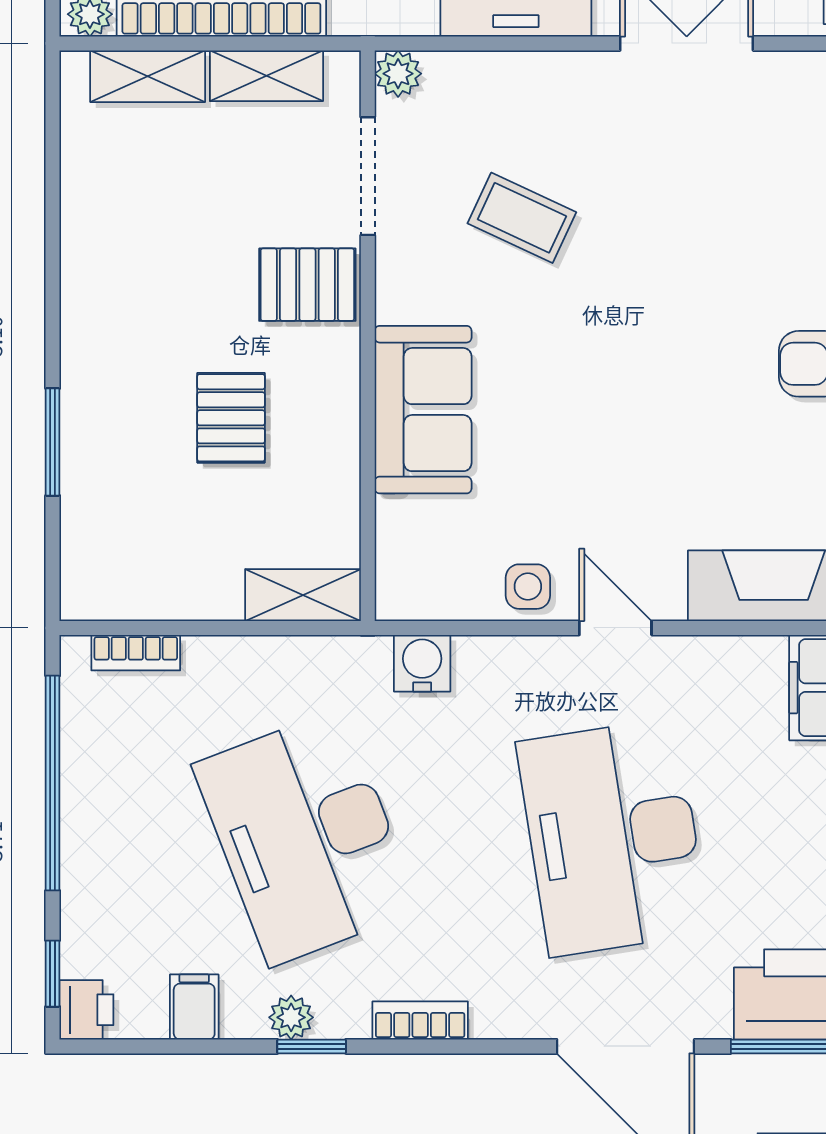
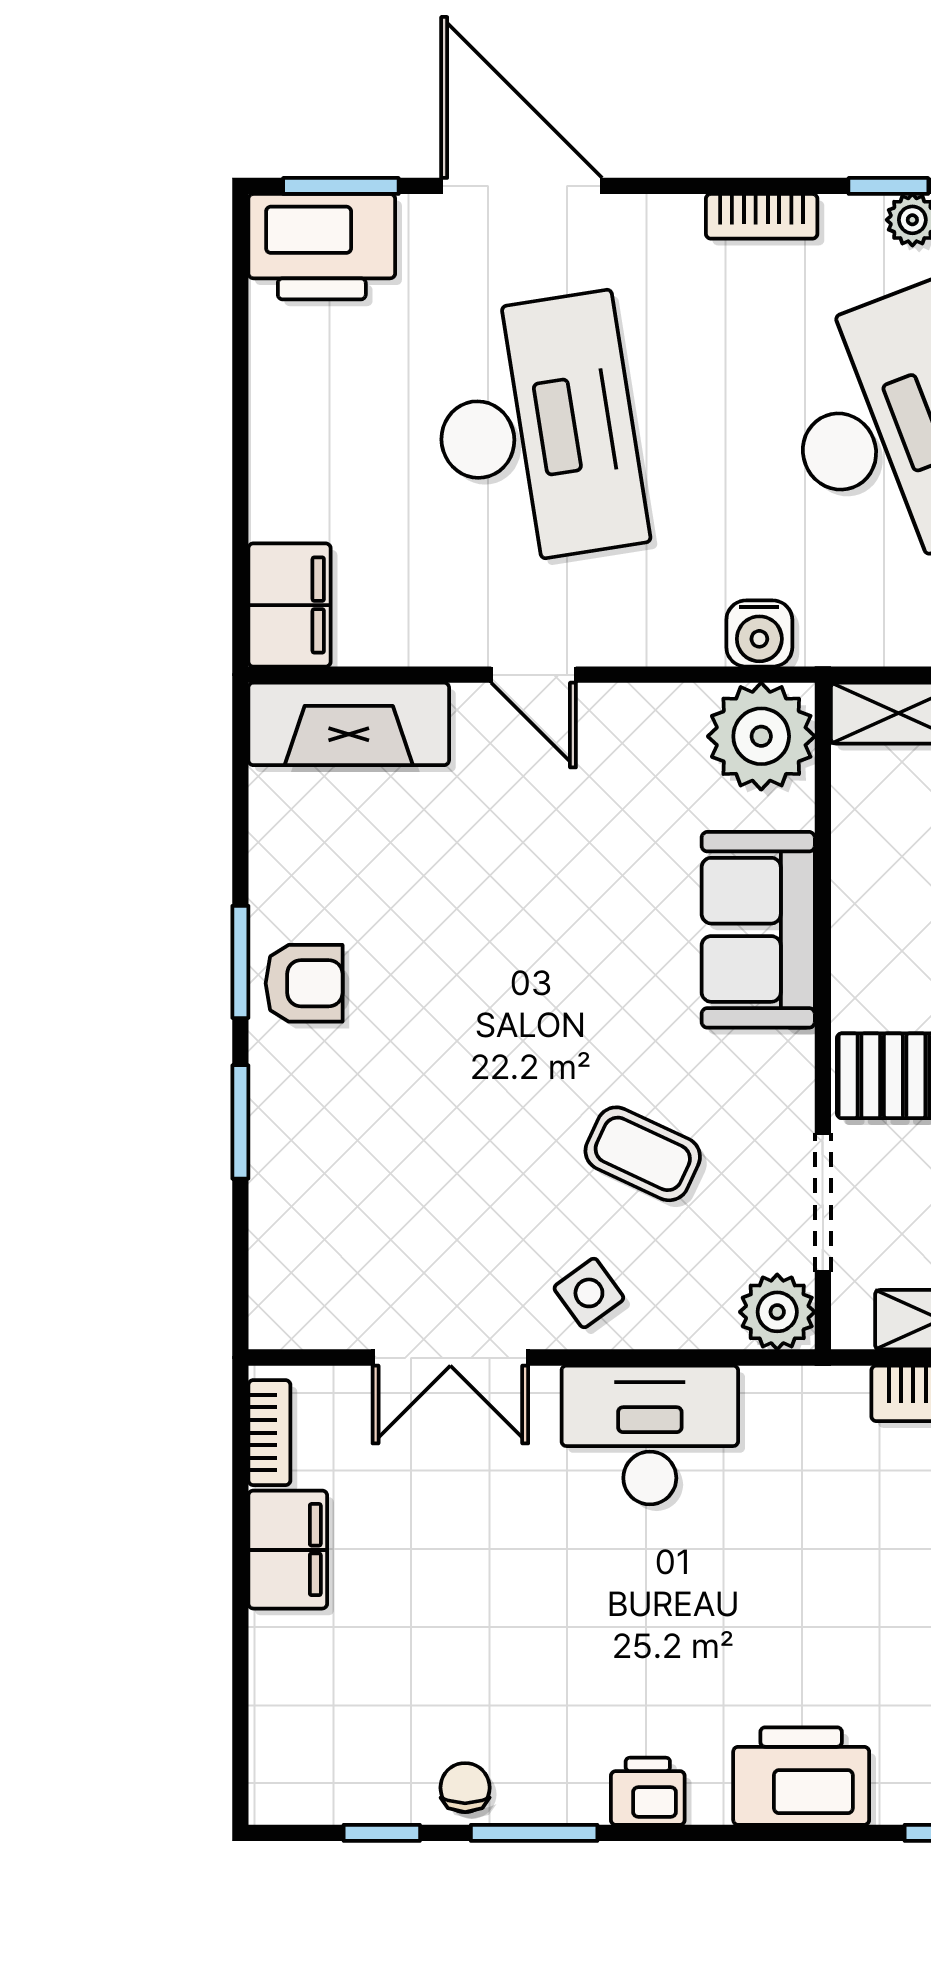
plant: (398, 74) -> (777, 1312), width x1.38, depth x1.38
plant: (420, 575) -> (761, 736), added
side table: (528, 587) -> (589, 1293), moved, turned -36

